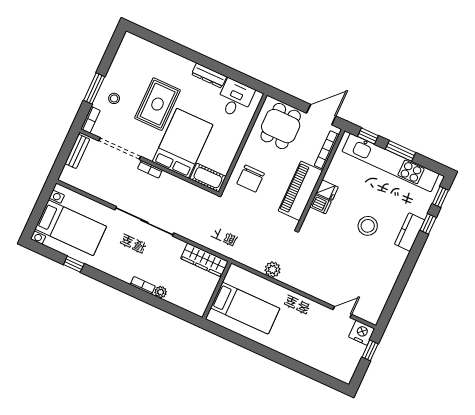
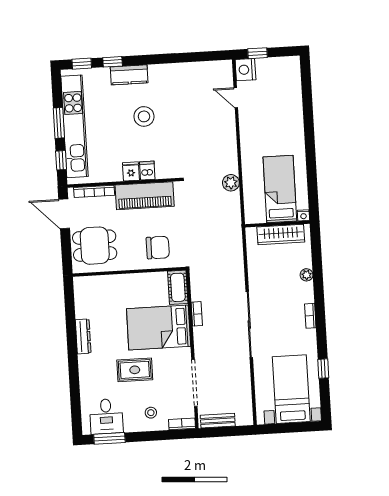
window: (94, 88) -> (109, 438), moved
desk: (235, 99) -> (106, 416), moved, turned -90
rug: (158, 104) -> (135, 370), width x0.73, depth x0.70
bookcase: (150, 169) -> (197, 314), moved
wardrobe: (204, 260) -> (281, 234), moved, turned 90
bookcase: (143, 285) -> (310, 316), moved
nightstand: (212, 316) -> (303, 215), added

